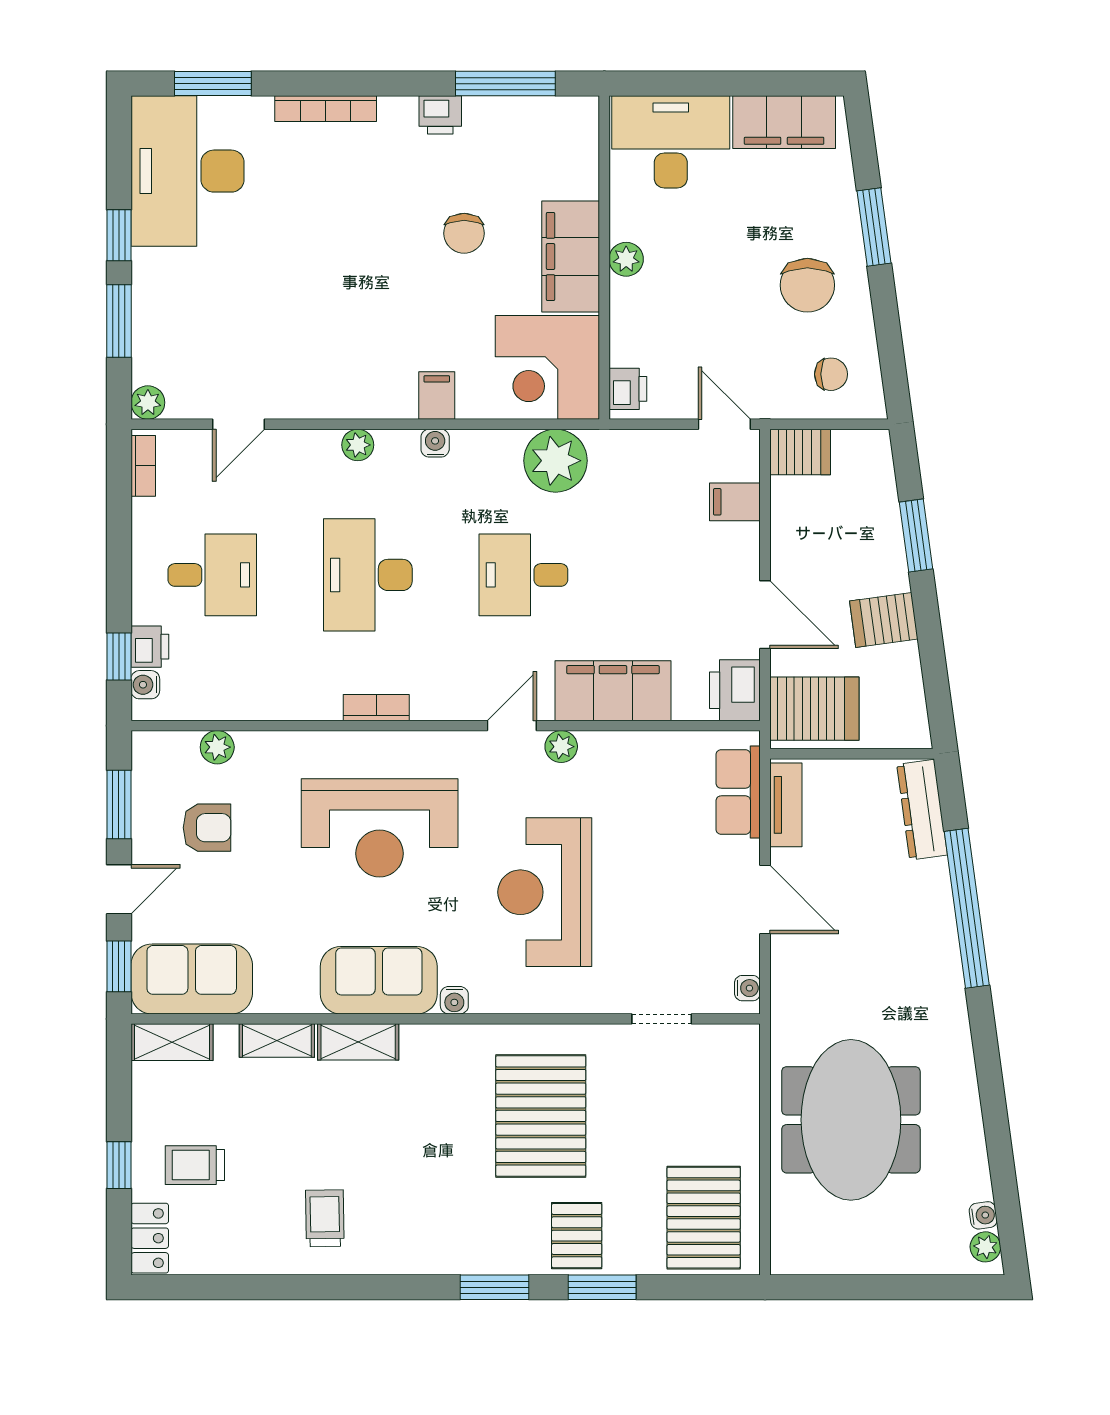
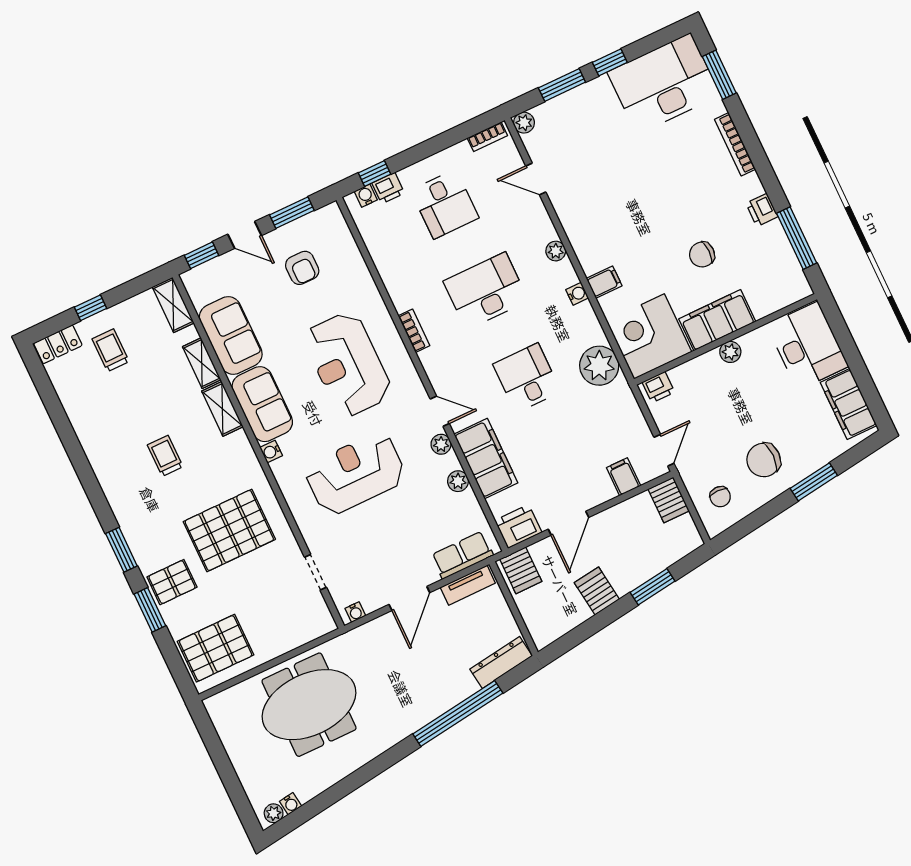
server rack: (814, 709) -> (521, 570), width x0.73, depth x0.70
plant: (217, 747) -> (458, 481), moved
sofa: (192, 979) -> (231, 336), moved
trolley: (325, 1218) -> (165, 456), moved, turned -89

